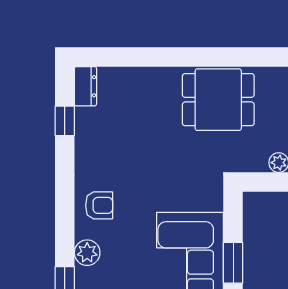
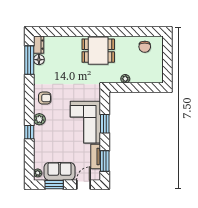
floor lamp: (86, 120) -> (39, 60), added
window: (65, 121) -> (29, 60), width x2.17

